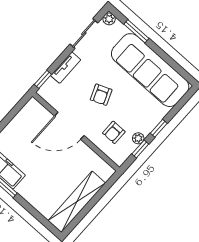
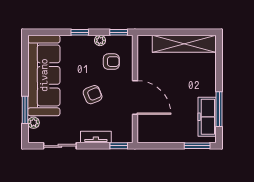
plant: (109, 19) -> (34, 123), moved
window: (140, 149) -> (119, 32), moved

